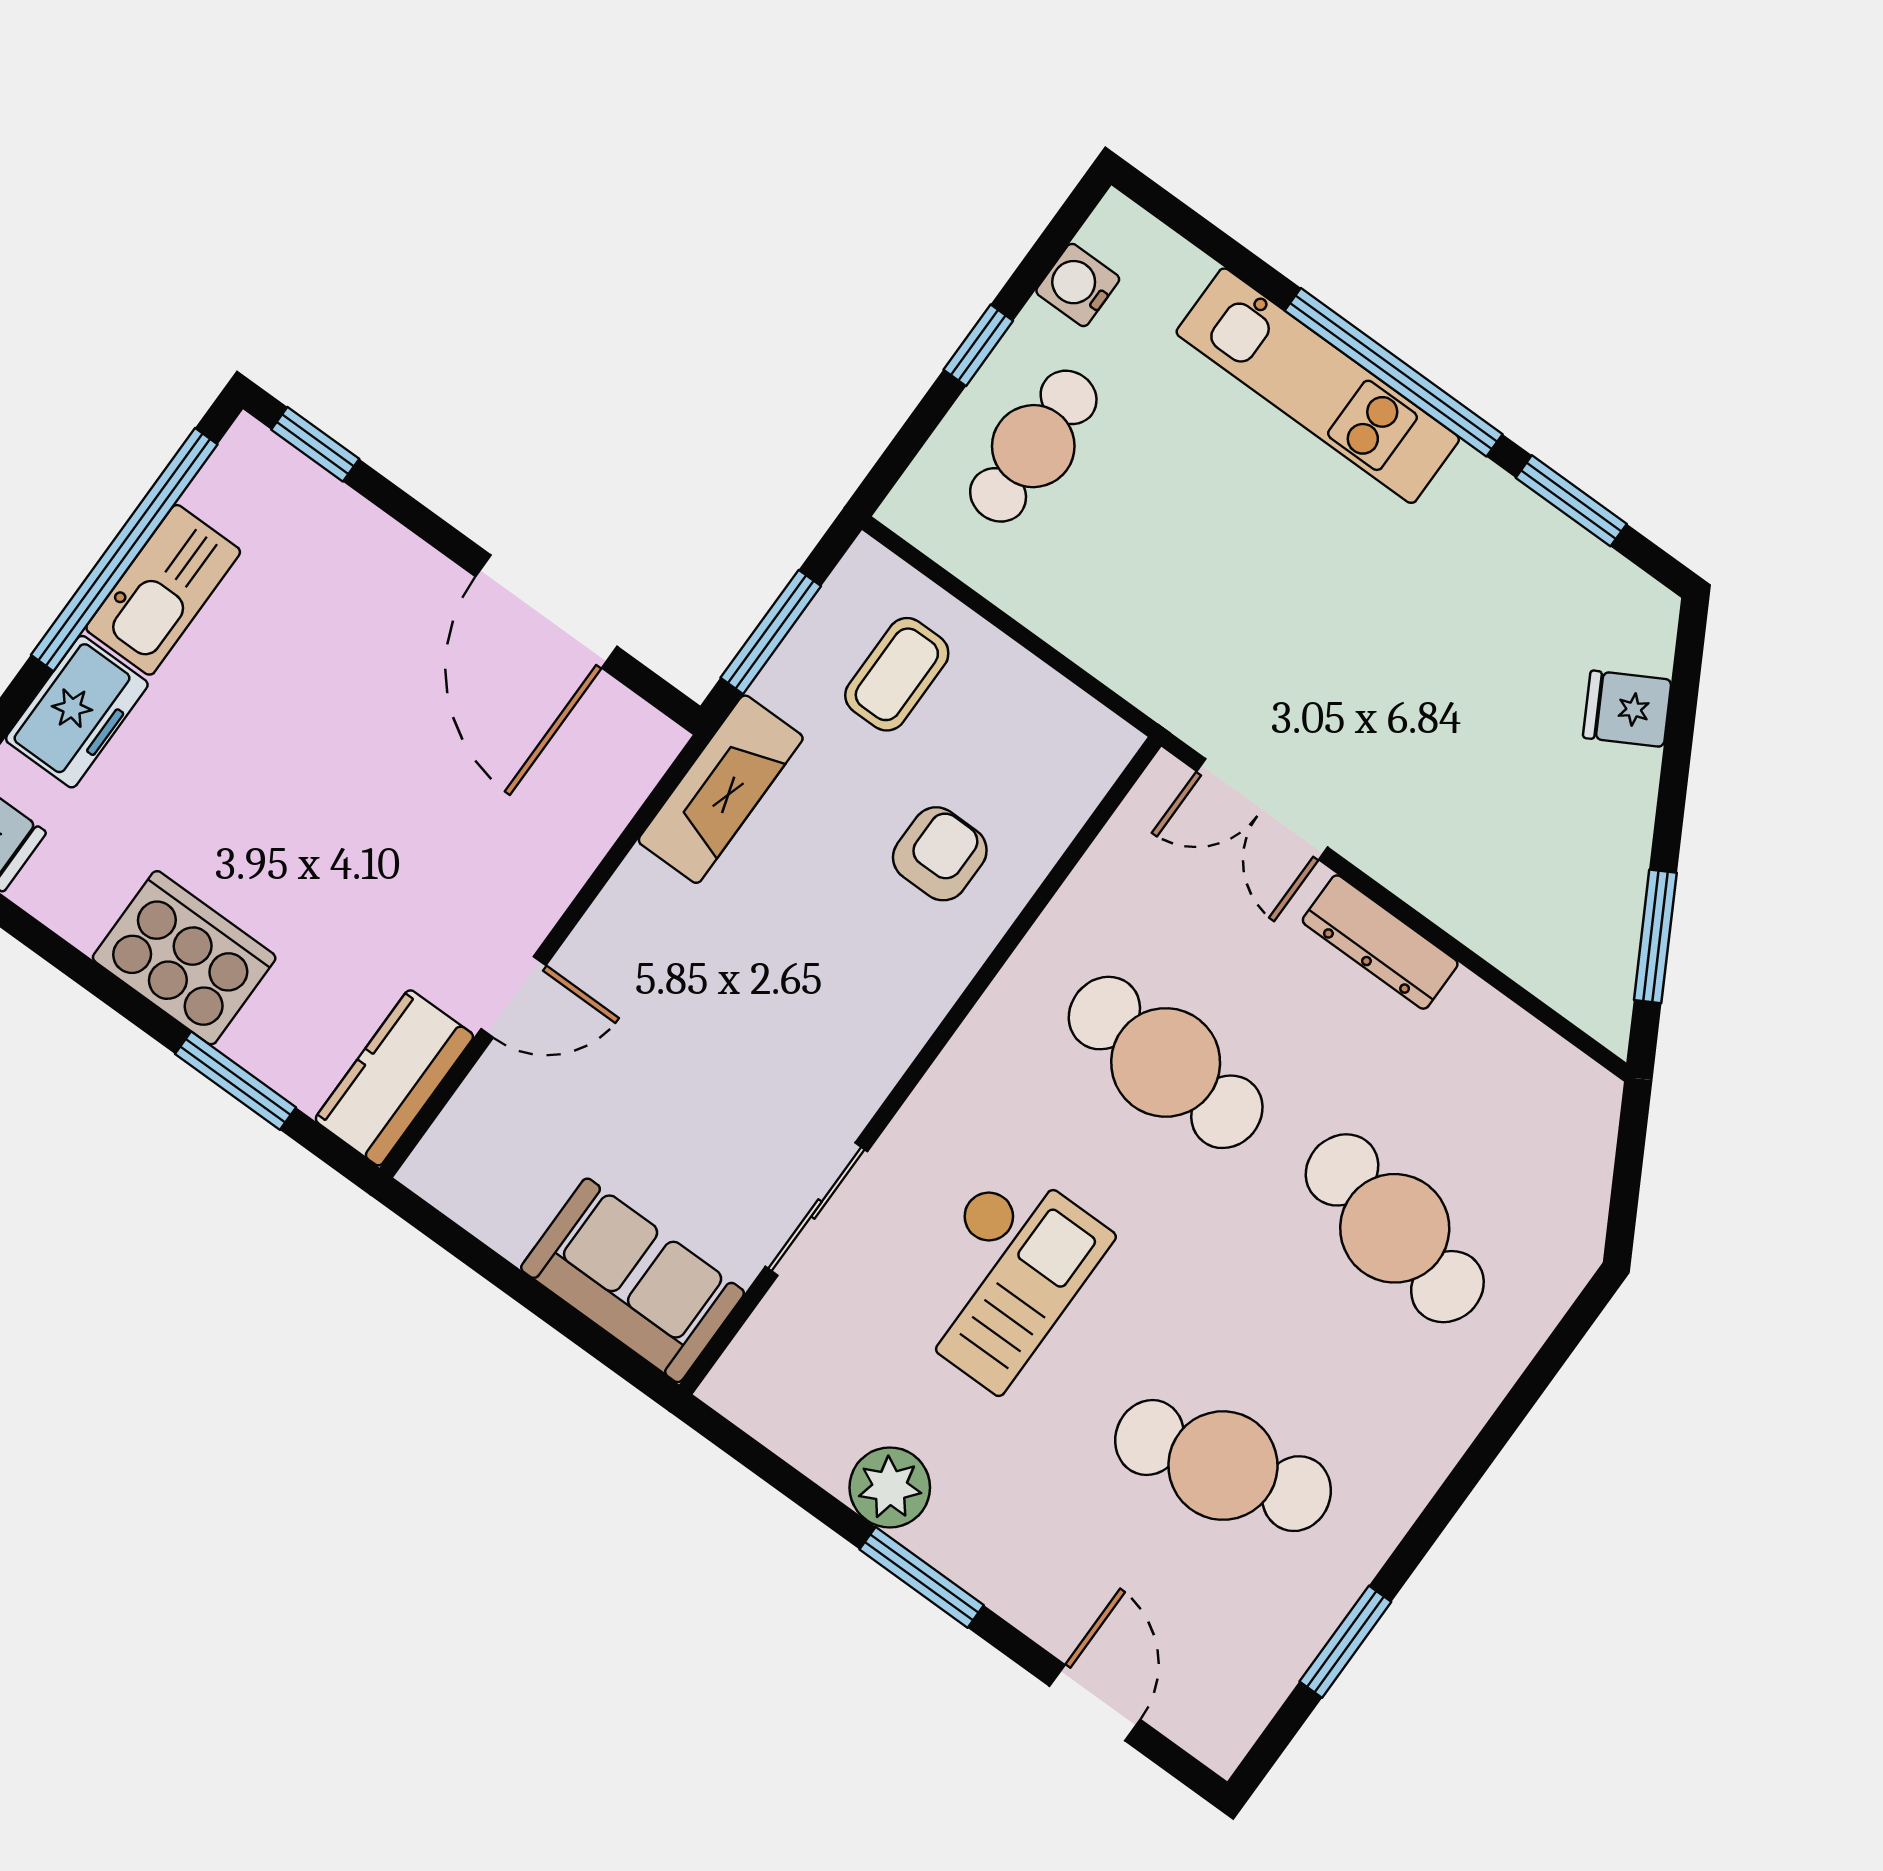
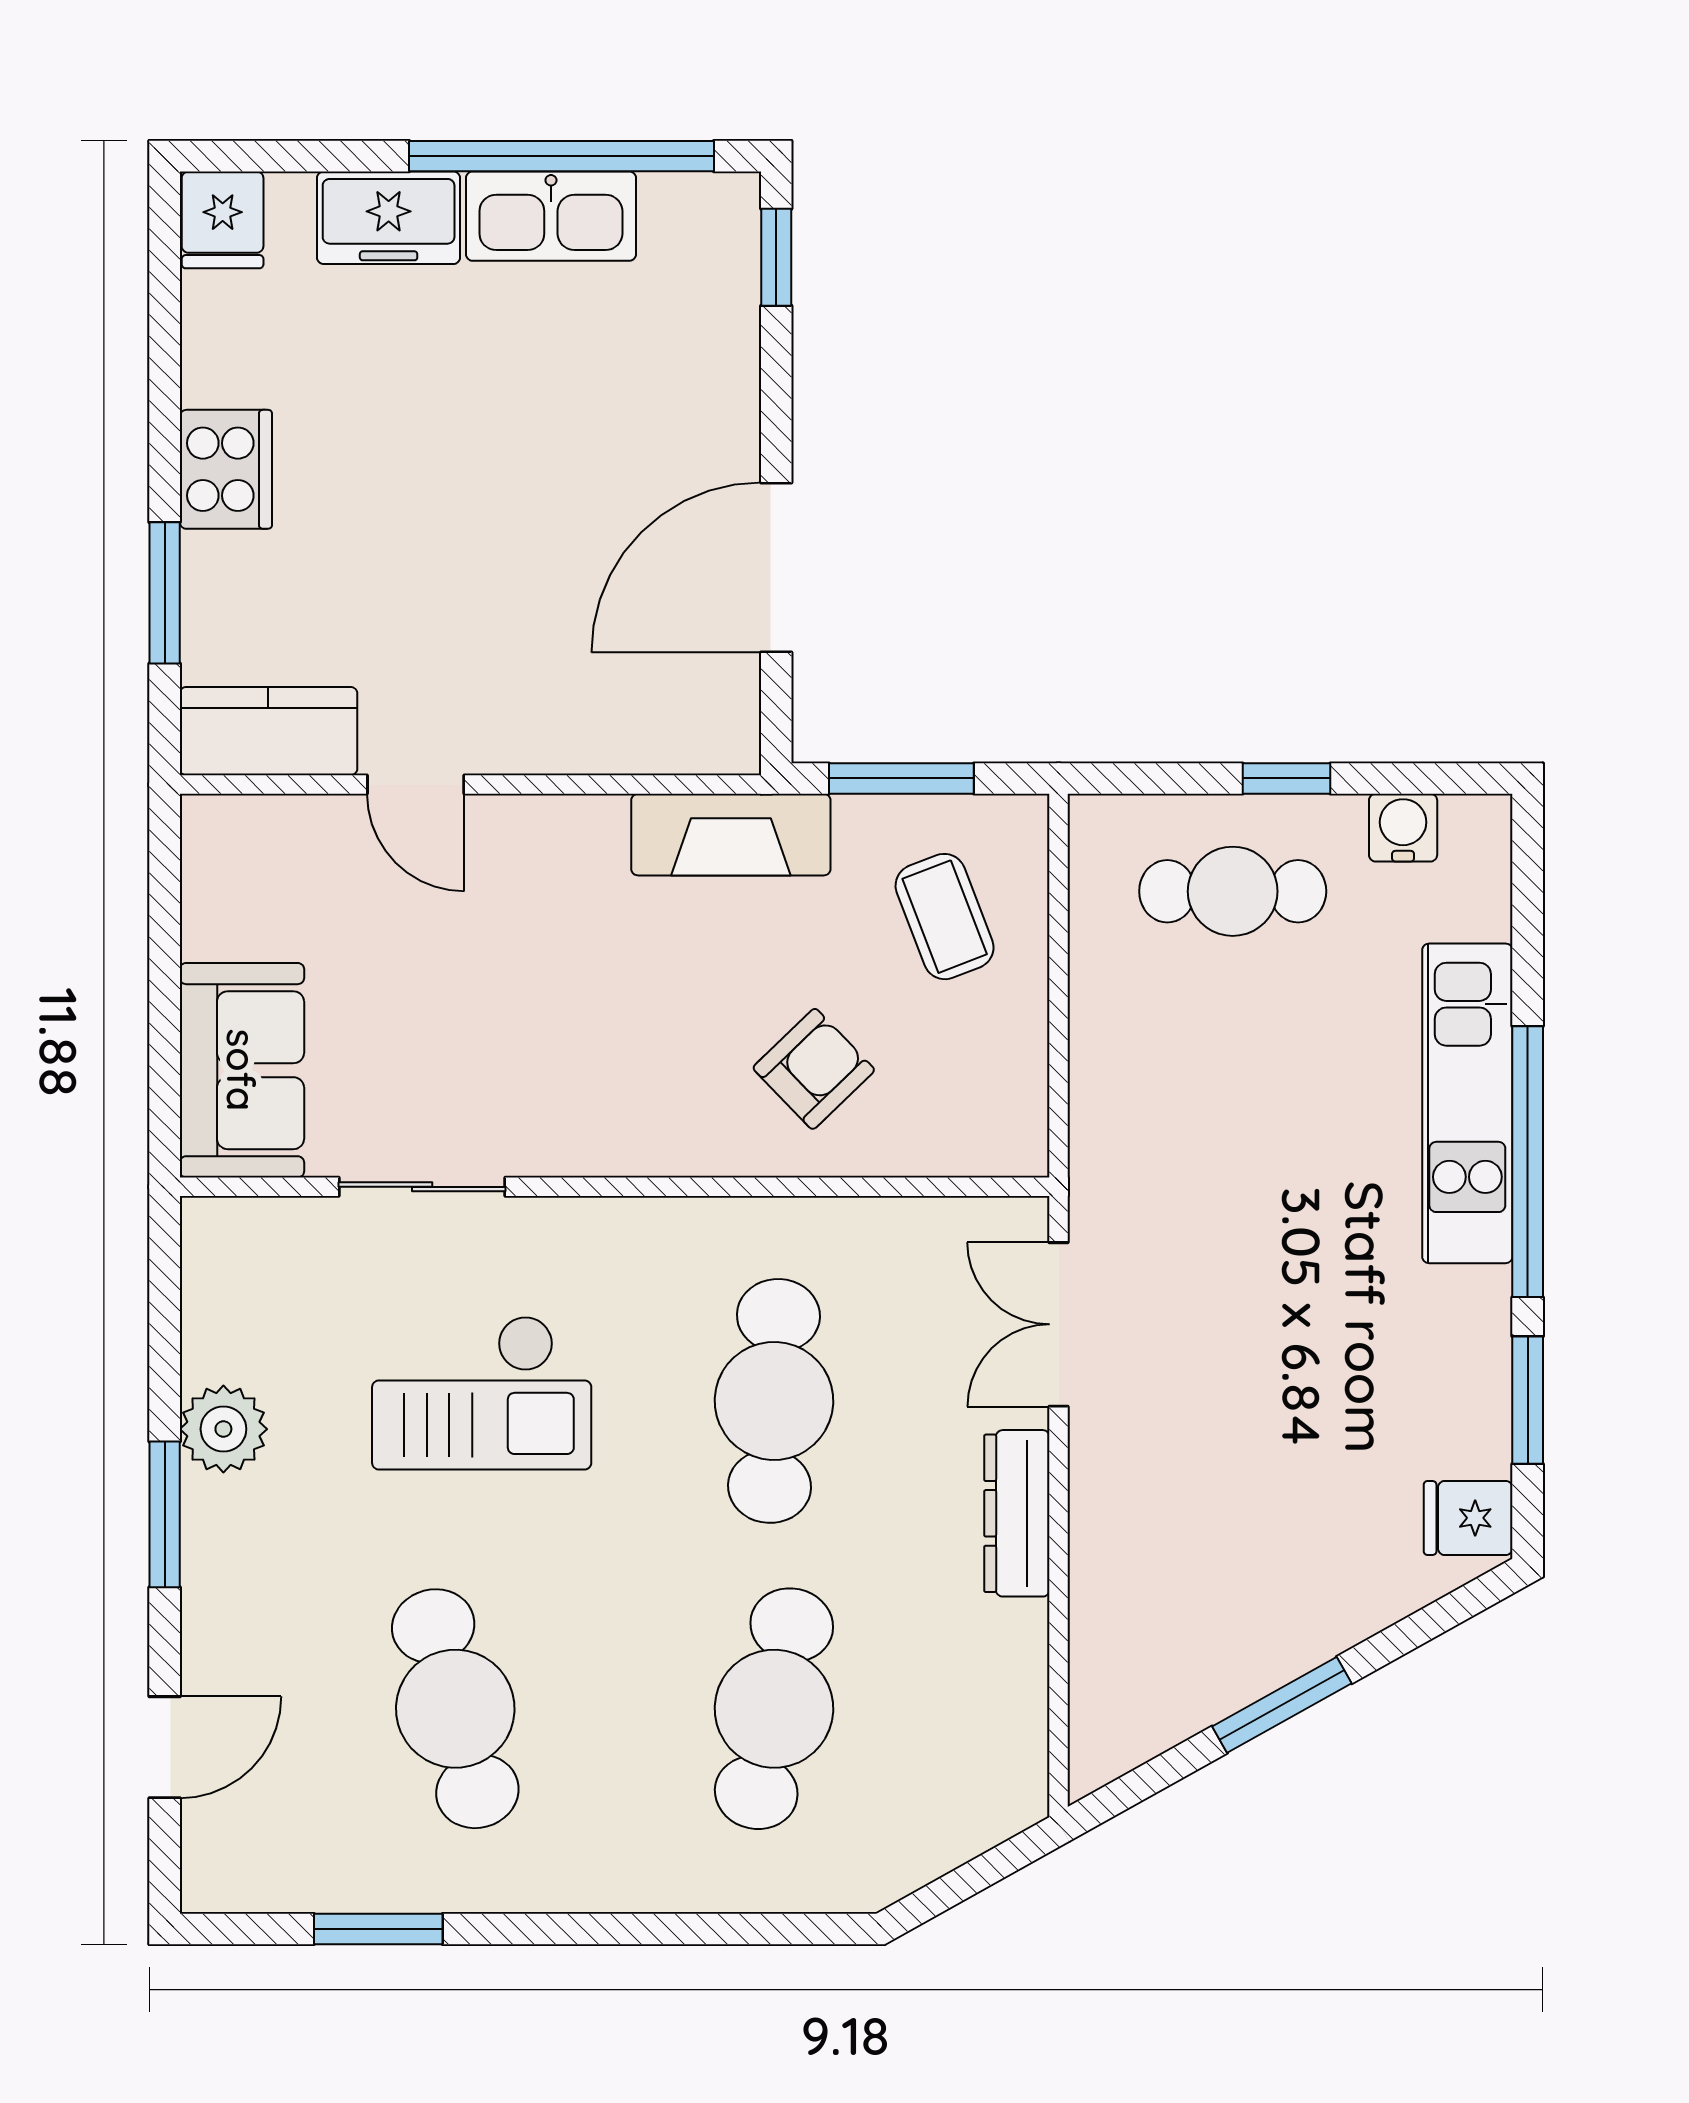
coffee table: (897, 674) -> (945, 917), turned 69
fridge: (1627, 709) -> (1468, 1518), moved, turned -61
armchair: (940, 854) -> (814, 1069), turned -44
window: (1655, 936) -> (1282, 1705), moved
cooker: (184, 958) -> (226, 469), width x0.73, depth x0.76

